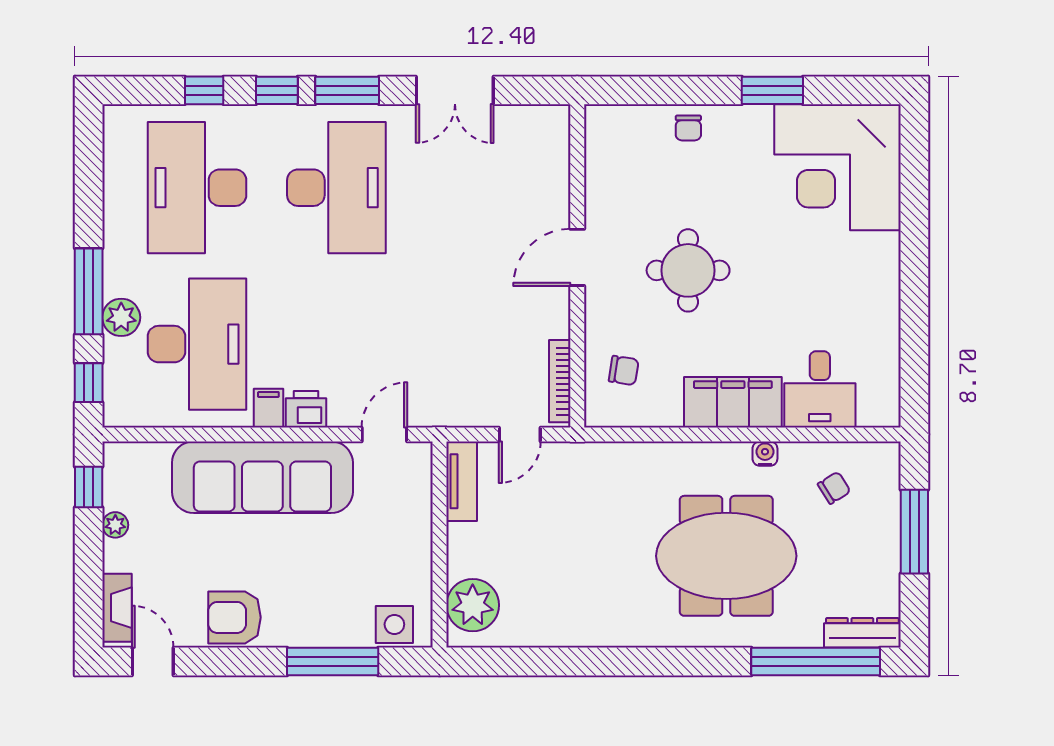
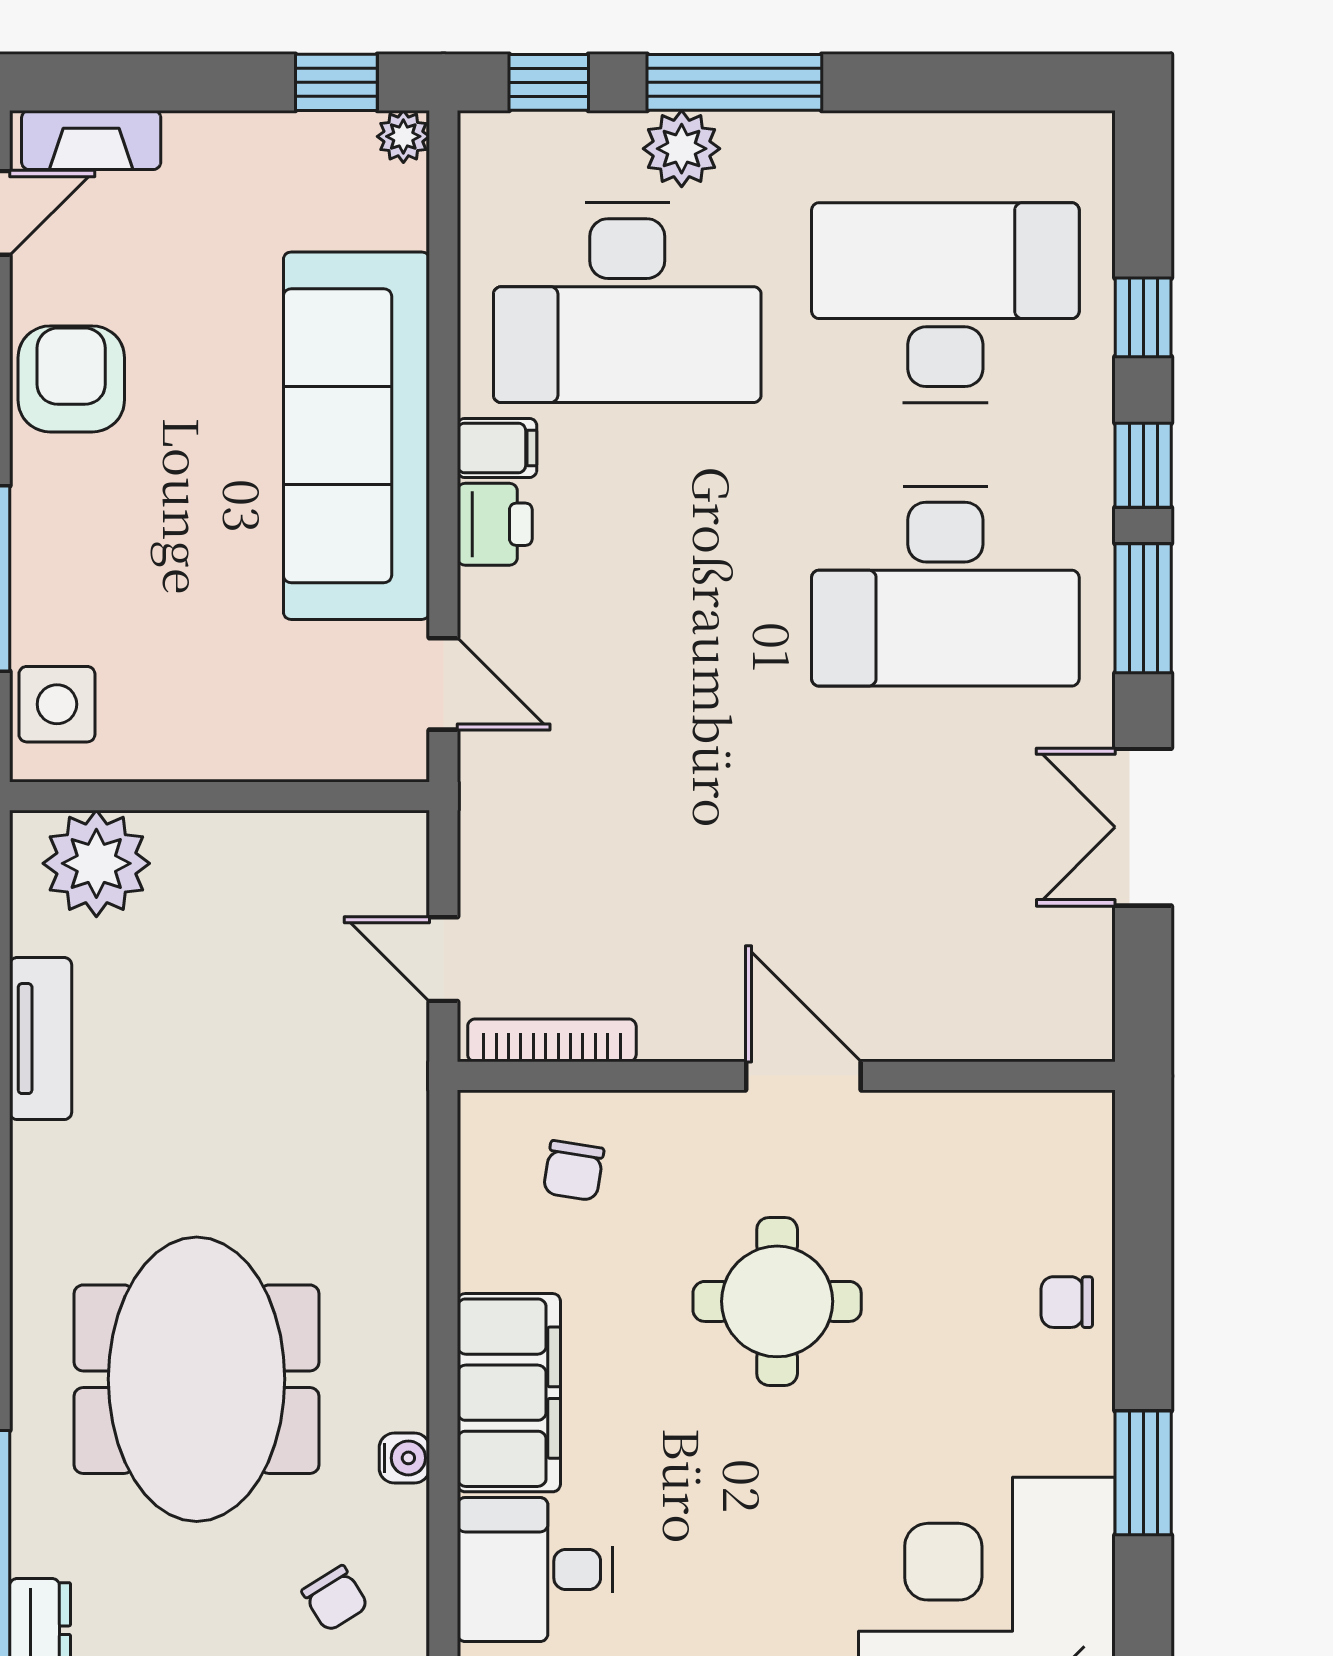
tv unit: (462, 481) -> (41, 1039), moved, turned -90
plant: (115, 525) -> (403, 136), moved

